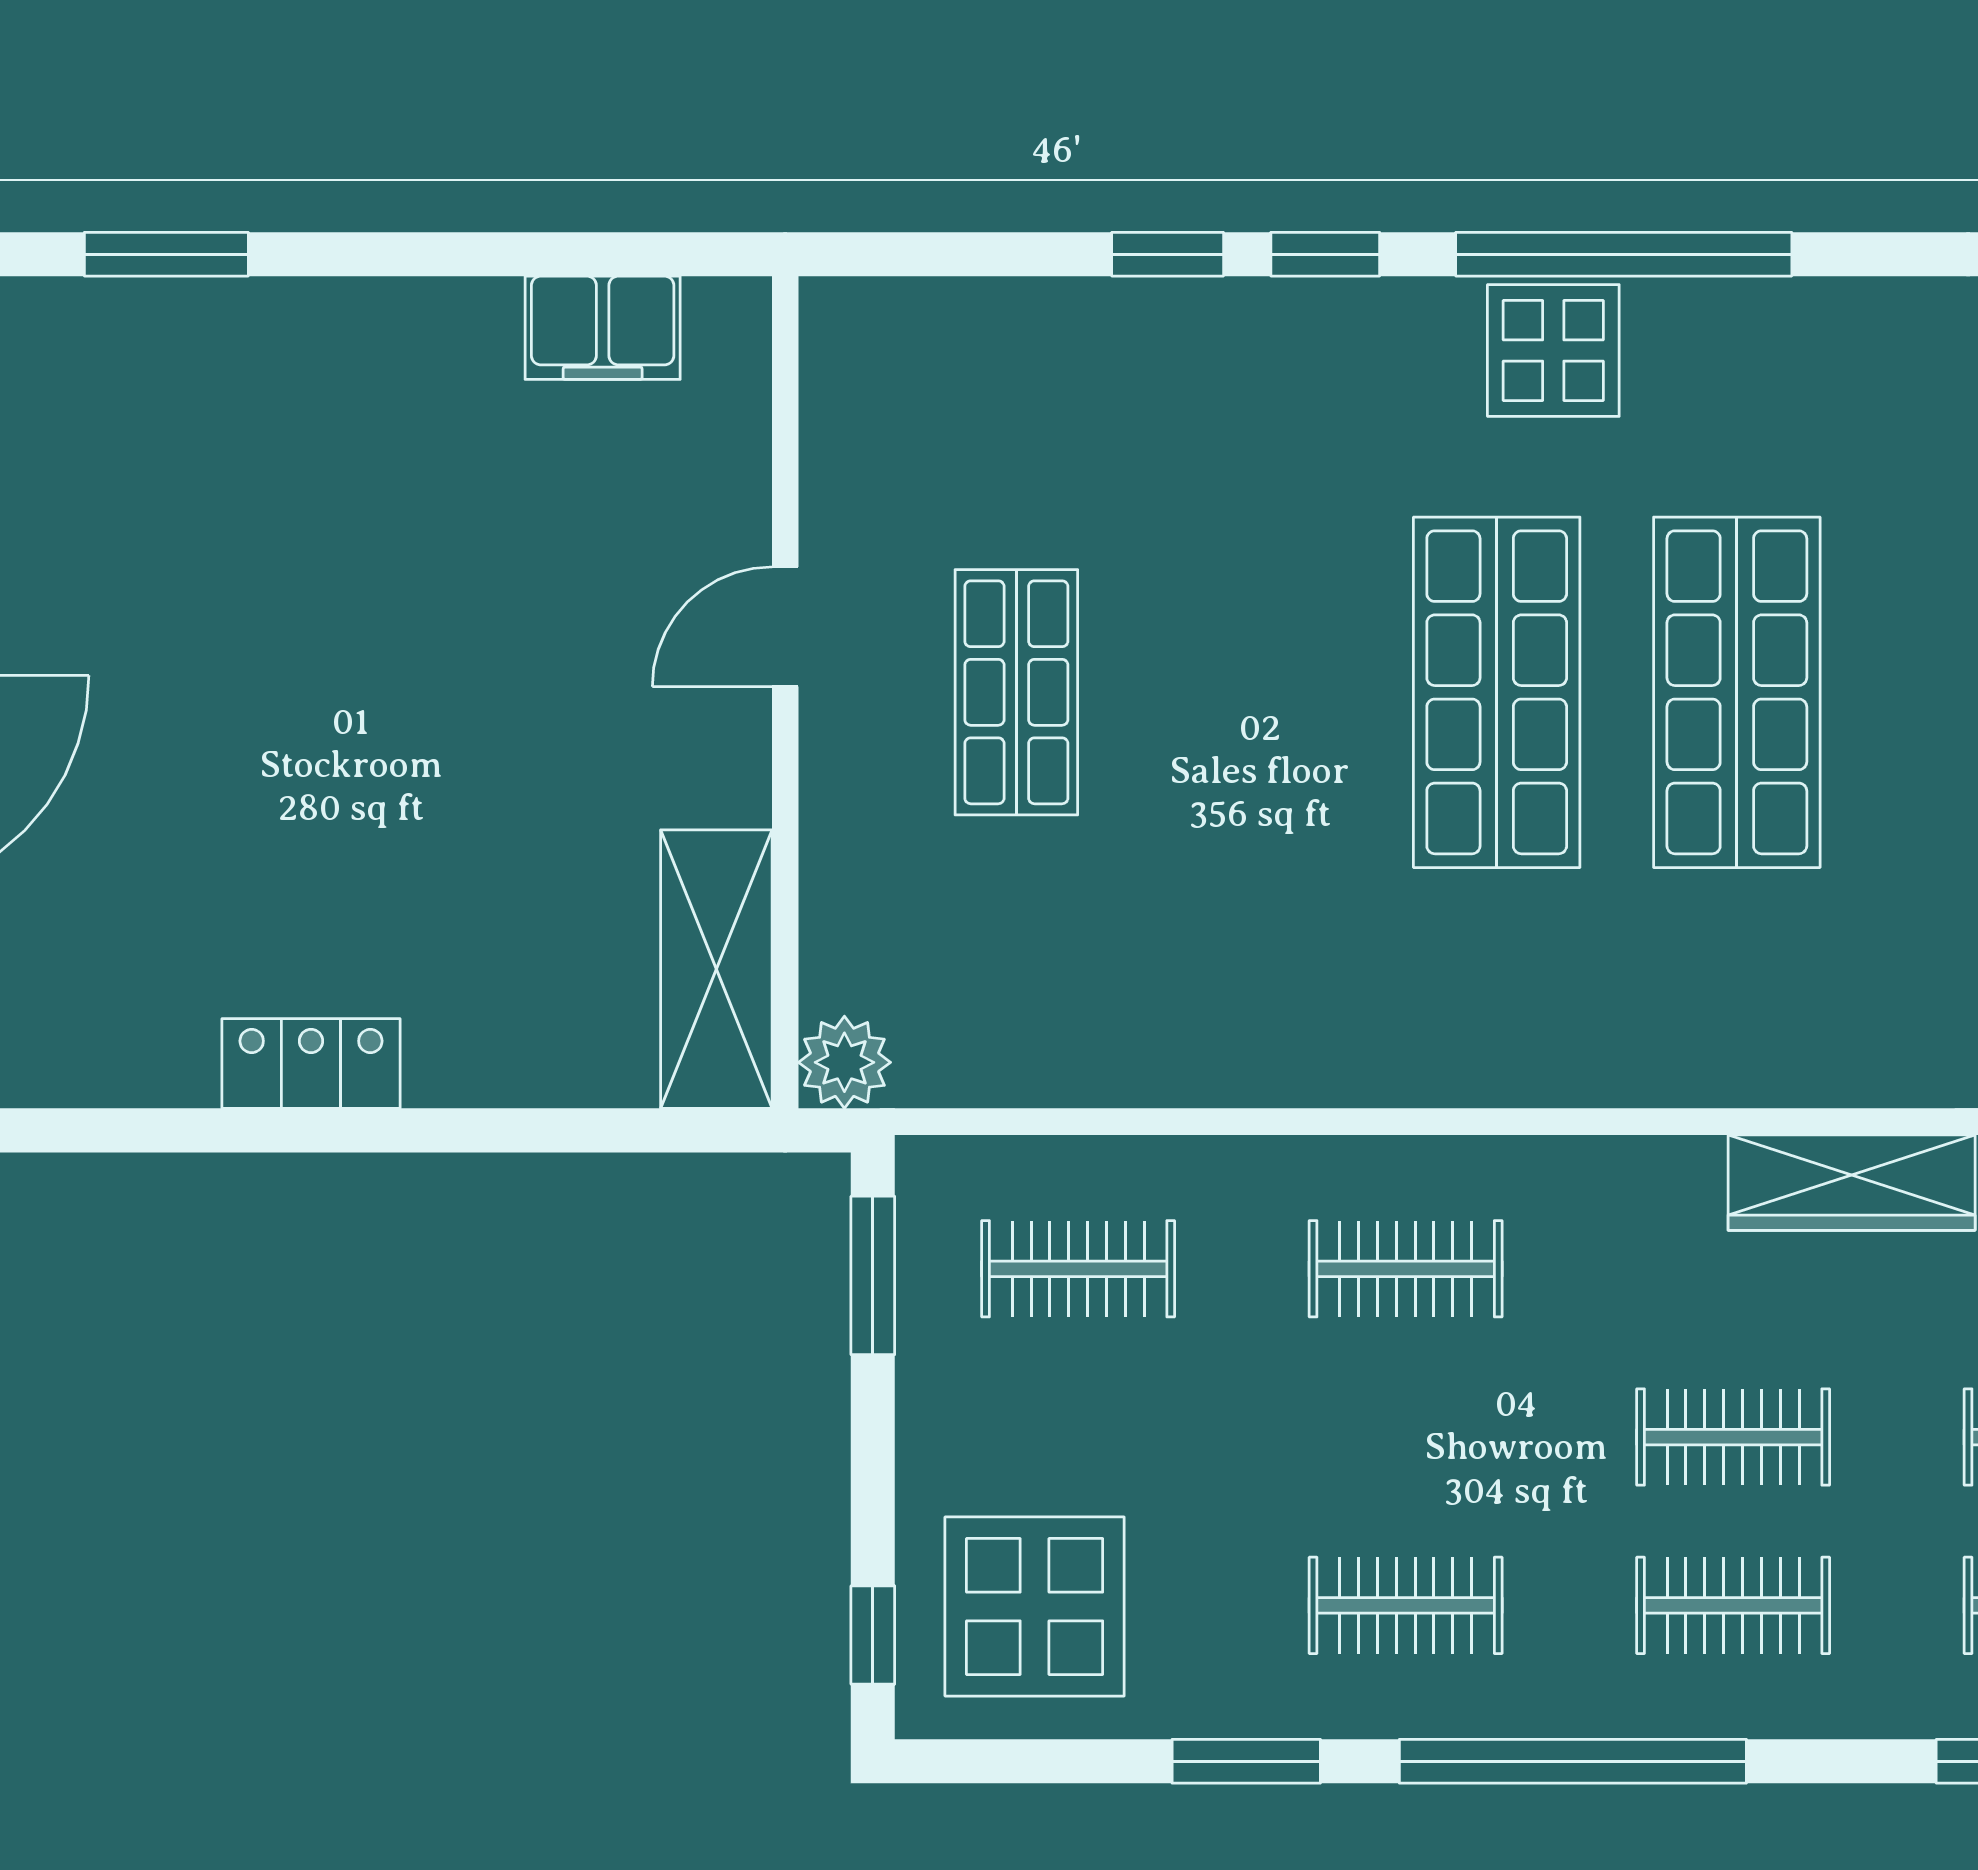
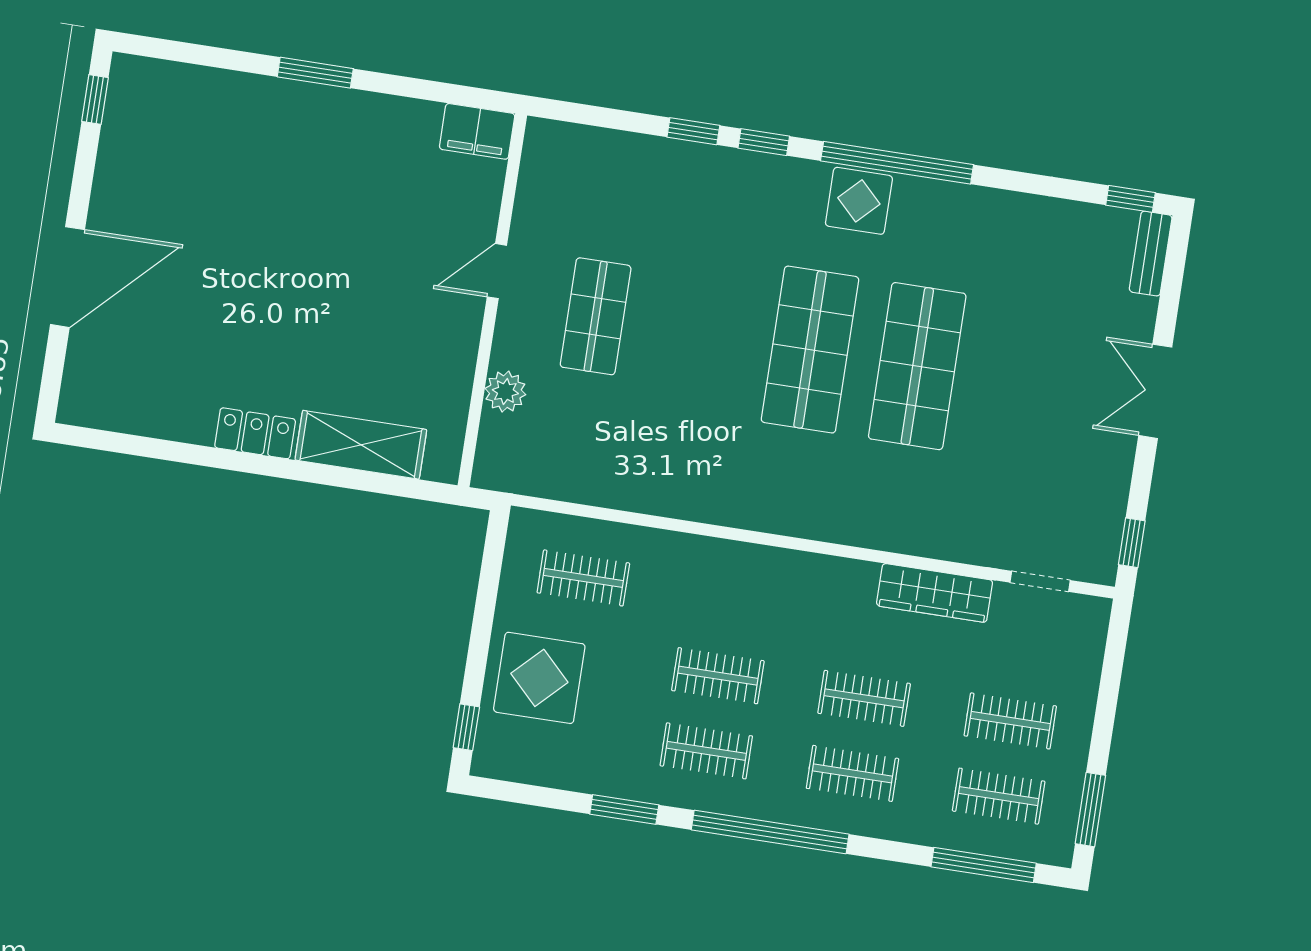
window: (166, 254) -> (315, 73), moved
filing cabinet: (603, 328) -> (477, 131), moved
shelving: (716, 969) -> (361, 445), moved, turned 90
plant: (844, 1062) -> (505, 392), moved
clothes rail: (1406, 1269) -> (718, 676), moved
window: (873, 1275) -> (491, 567), removed
display table: (1035, 1607) -> (539, 678), moved

